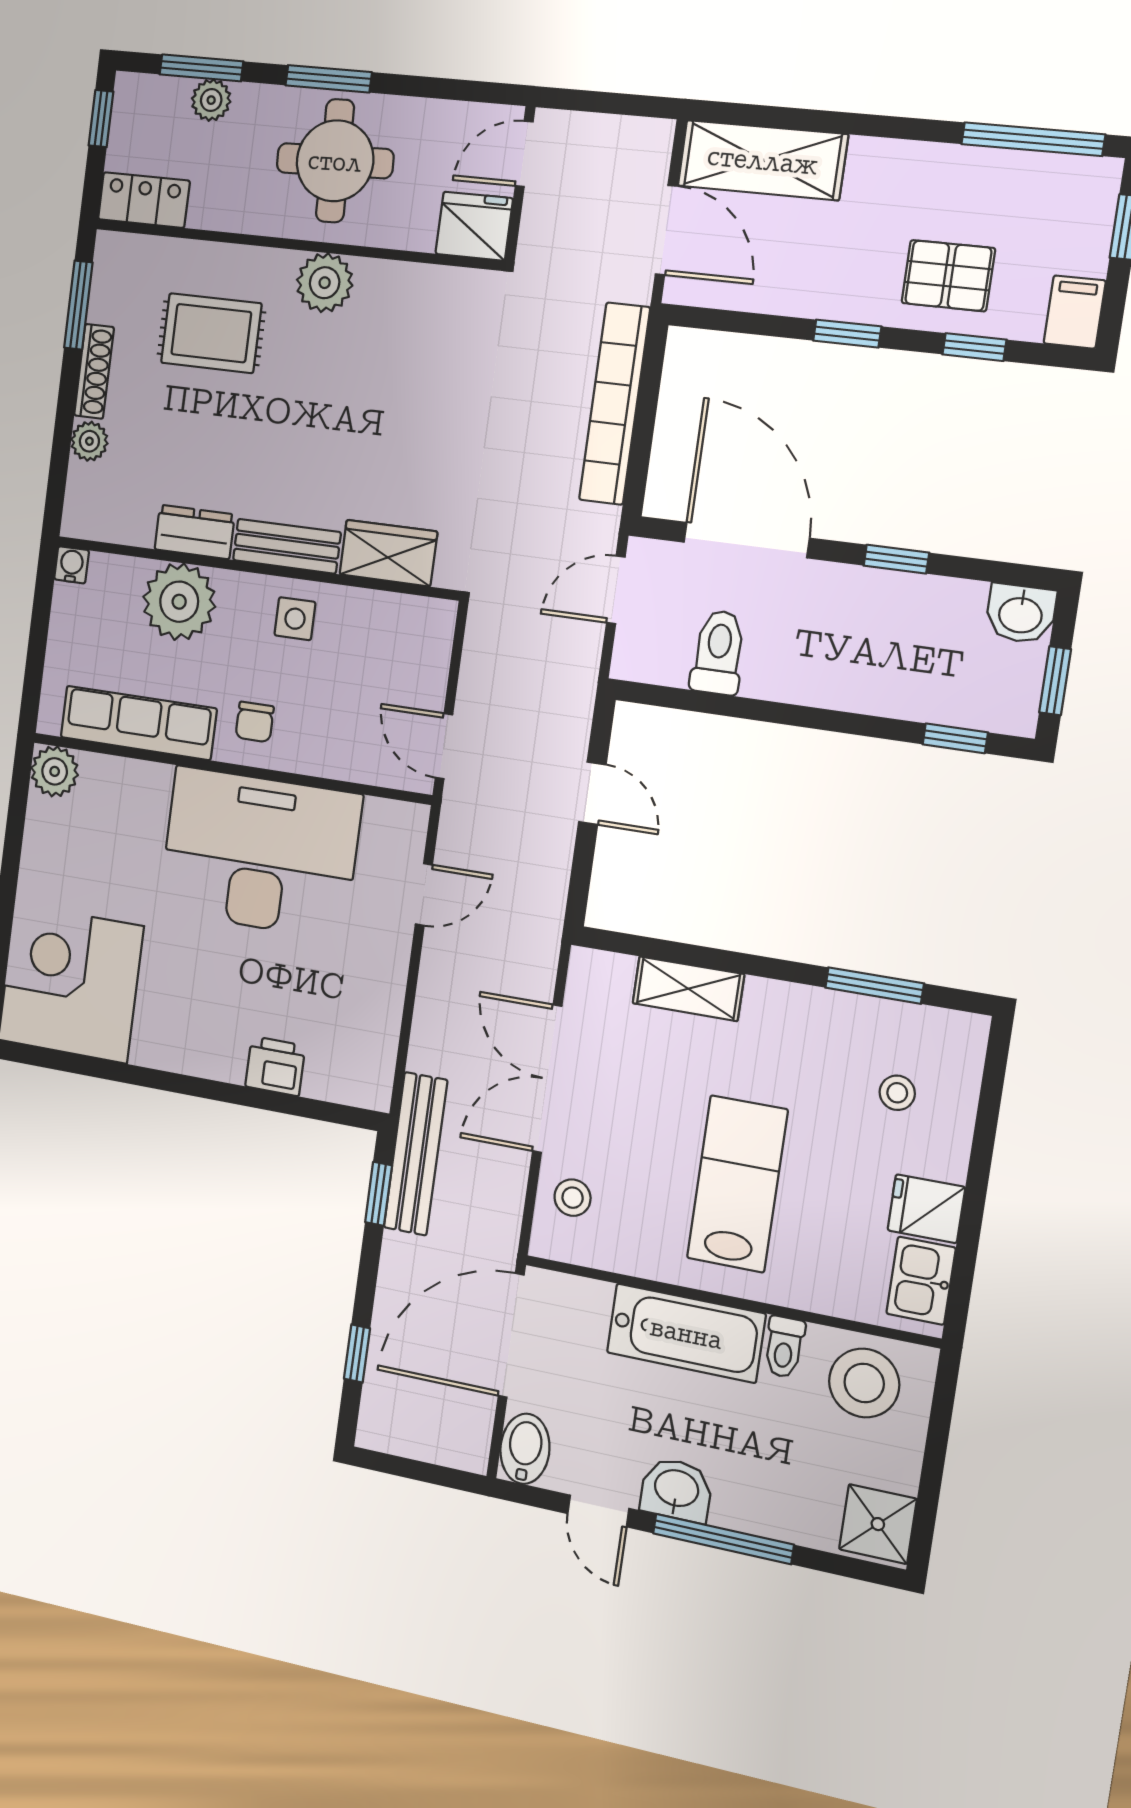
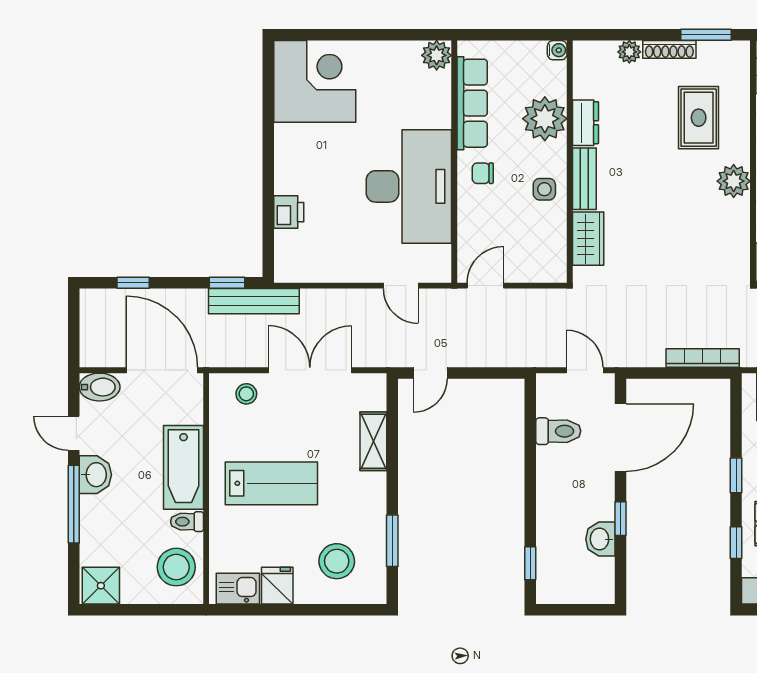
bookcase: (615, 404) -> (703, 358), width x0.68, depth x0.76
washbasin: (1021, 614) -> (600, 539), moved
window: (1055, 681) -> (568, 610), removed
door: (592, 793) -> (430, 373), moved
stool: (897, 1093) -> (337, 561), width x1.89, depth x1.89
door: (598, 1511) -> (74, 433), hinge flipped

